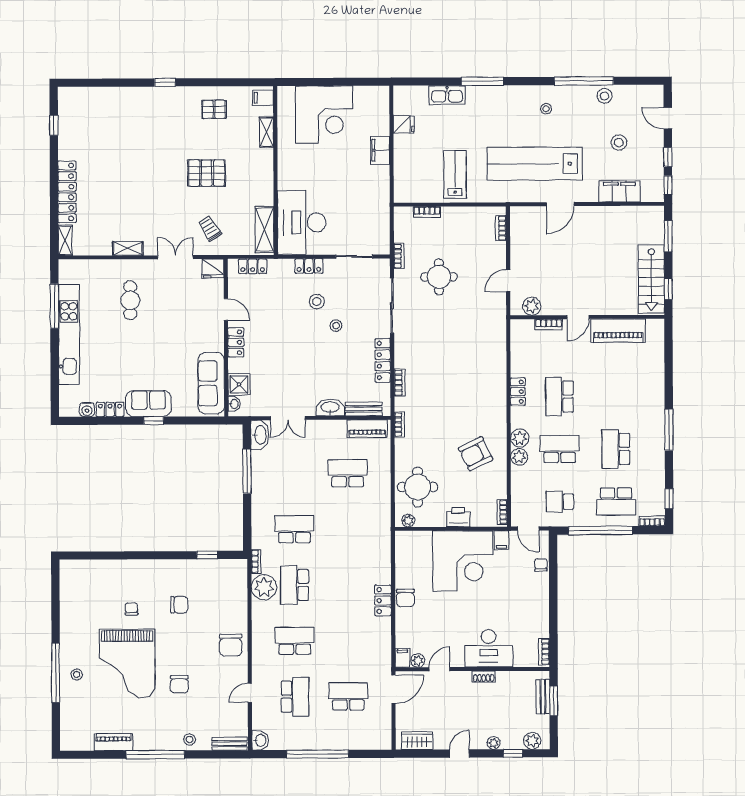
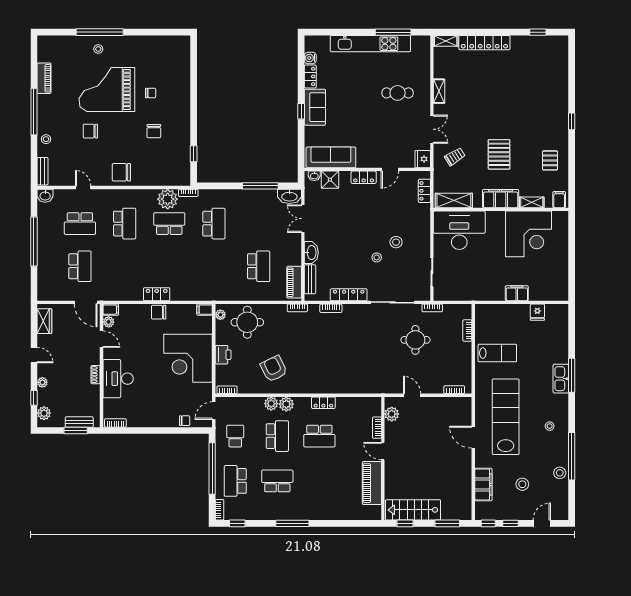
kitchen sink: (447, 95) -> (561, 379), moved
corner desk: (324, 115) -> (528, 234), moved, turned -90
filing cabinet: (262, 171) -> (501, 199), added
locker: (309, 266) -> (424, 236), removed
school desk: (560, 396) -> (319, 436), turned 180
filing cabinet: (501, 540) -> (205, 310), moved

